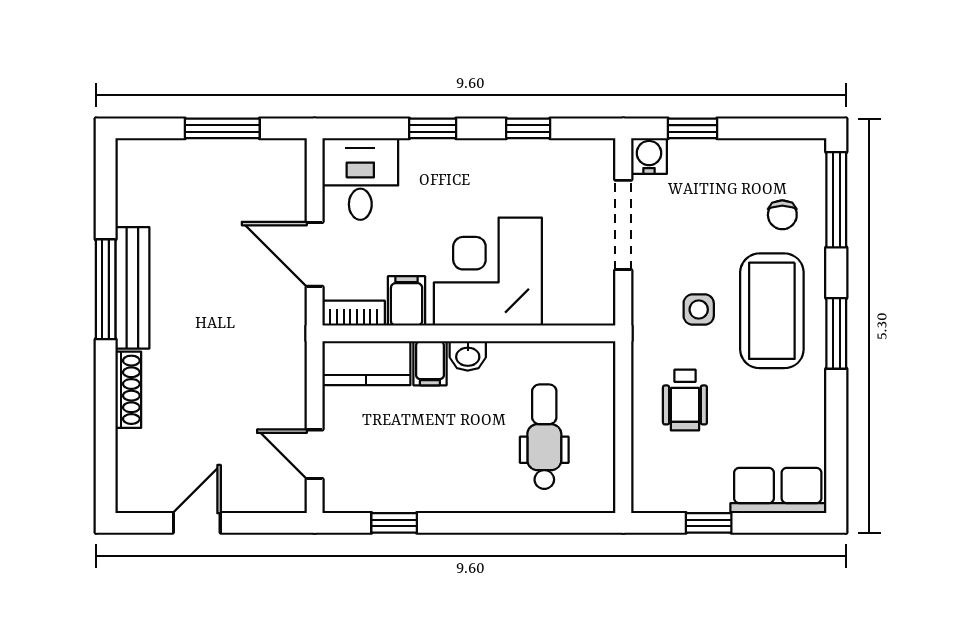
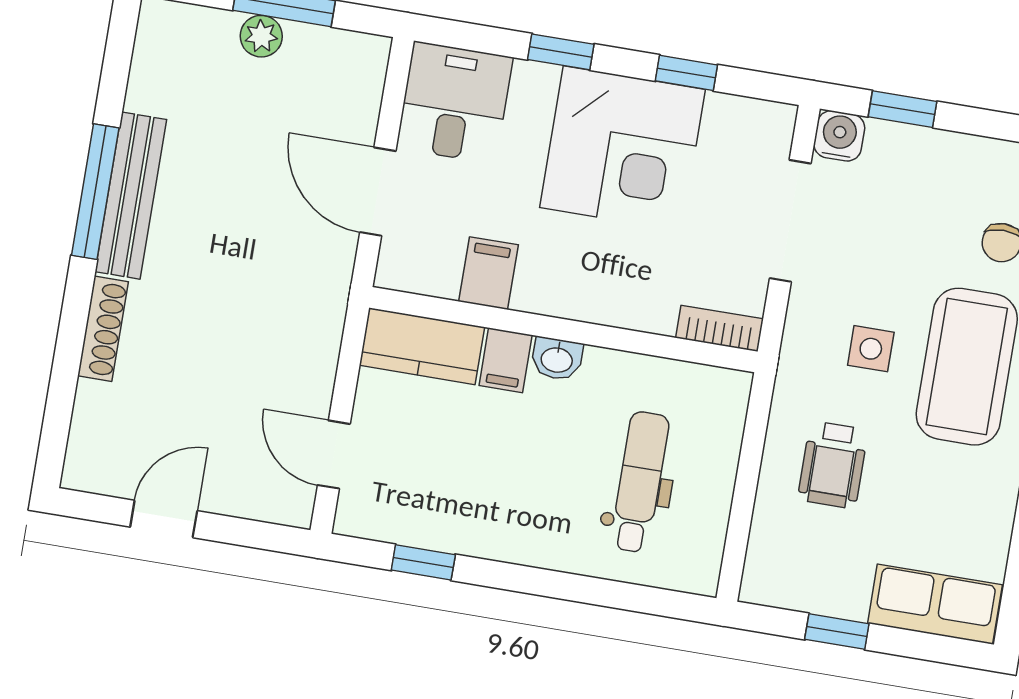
plant: (209, 154) -> (261, 36), added
corner desk: (488, 272) -> (623, 148), moved, turned 180
bookcase: (354, 313) -> (719, 328), moved

